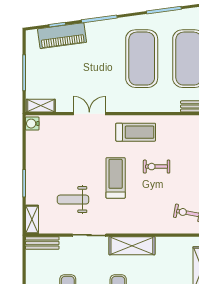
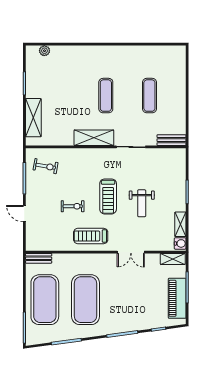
piano: (62, 36) -> (177, 298), moved, turned -82
weight bench: (73, 200) -> (142, 203), moved, turned 90
shelving: (32, 219) -> (180, 224), moved

